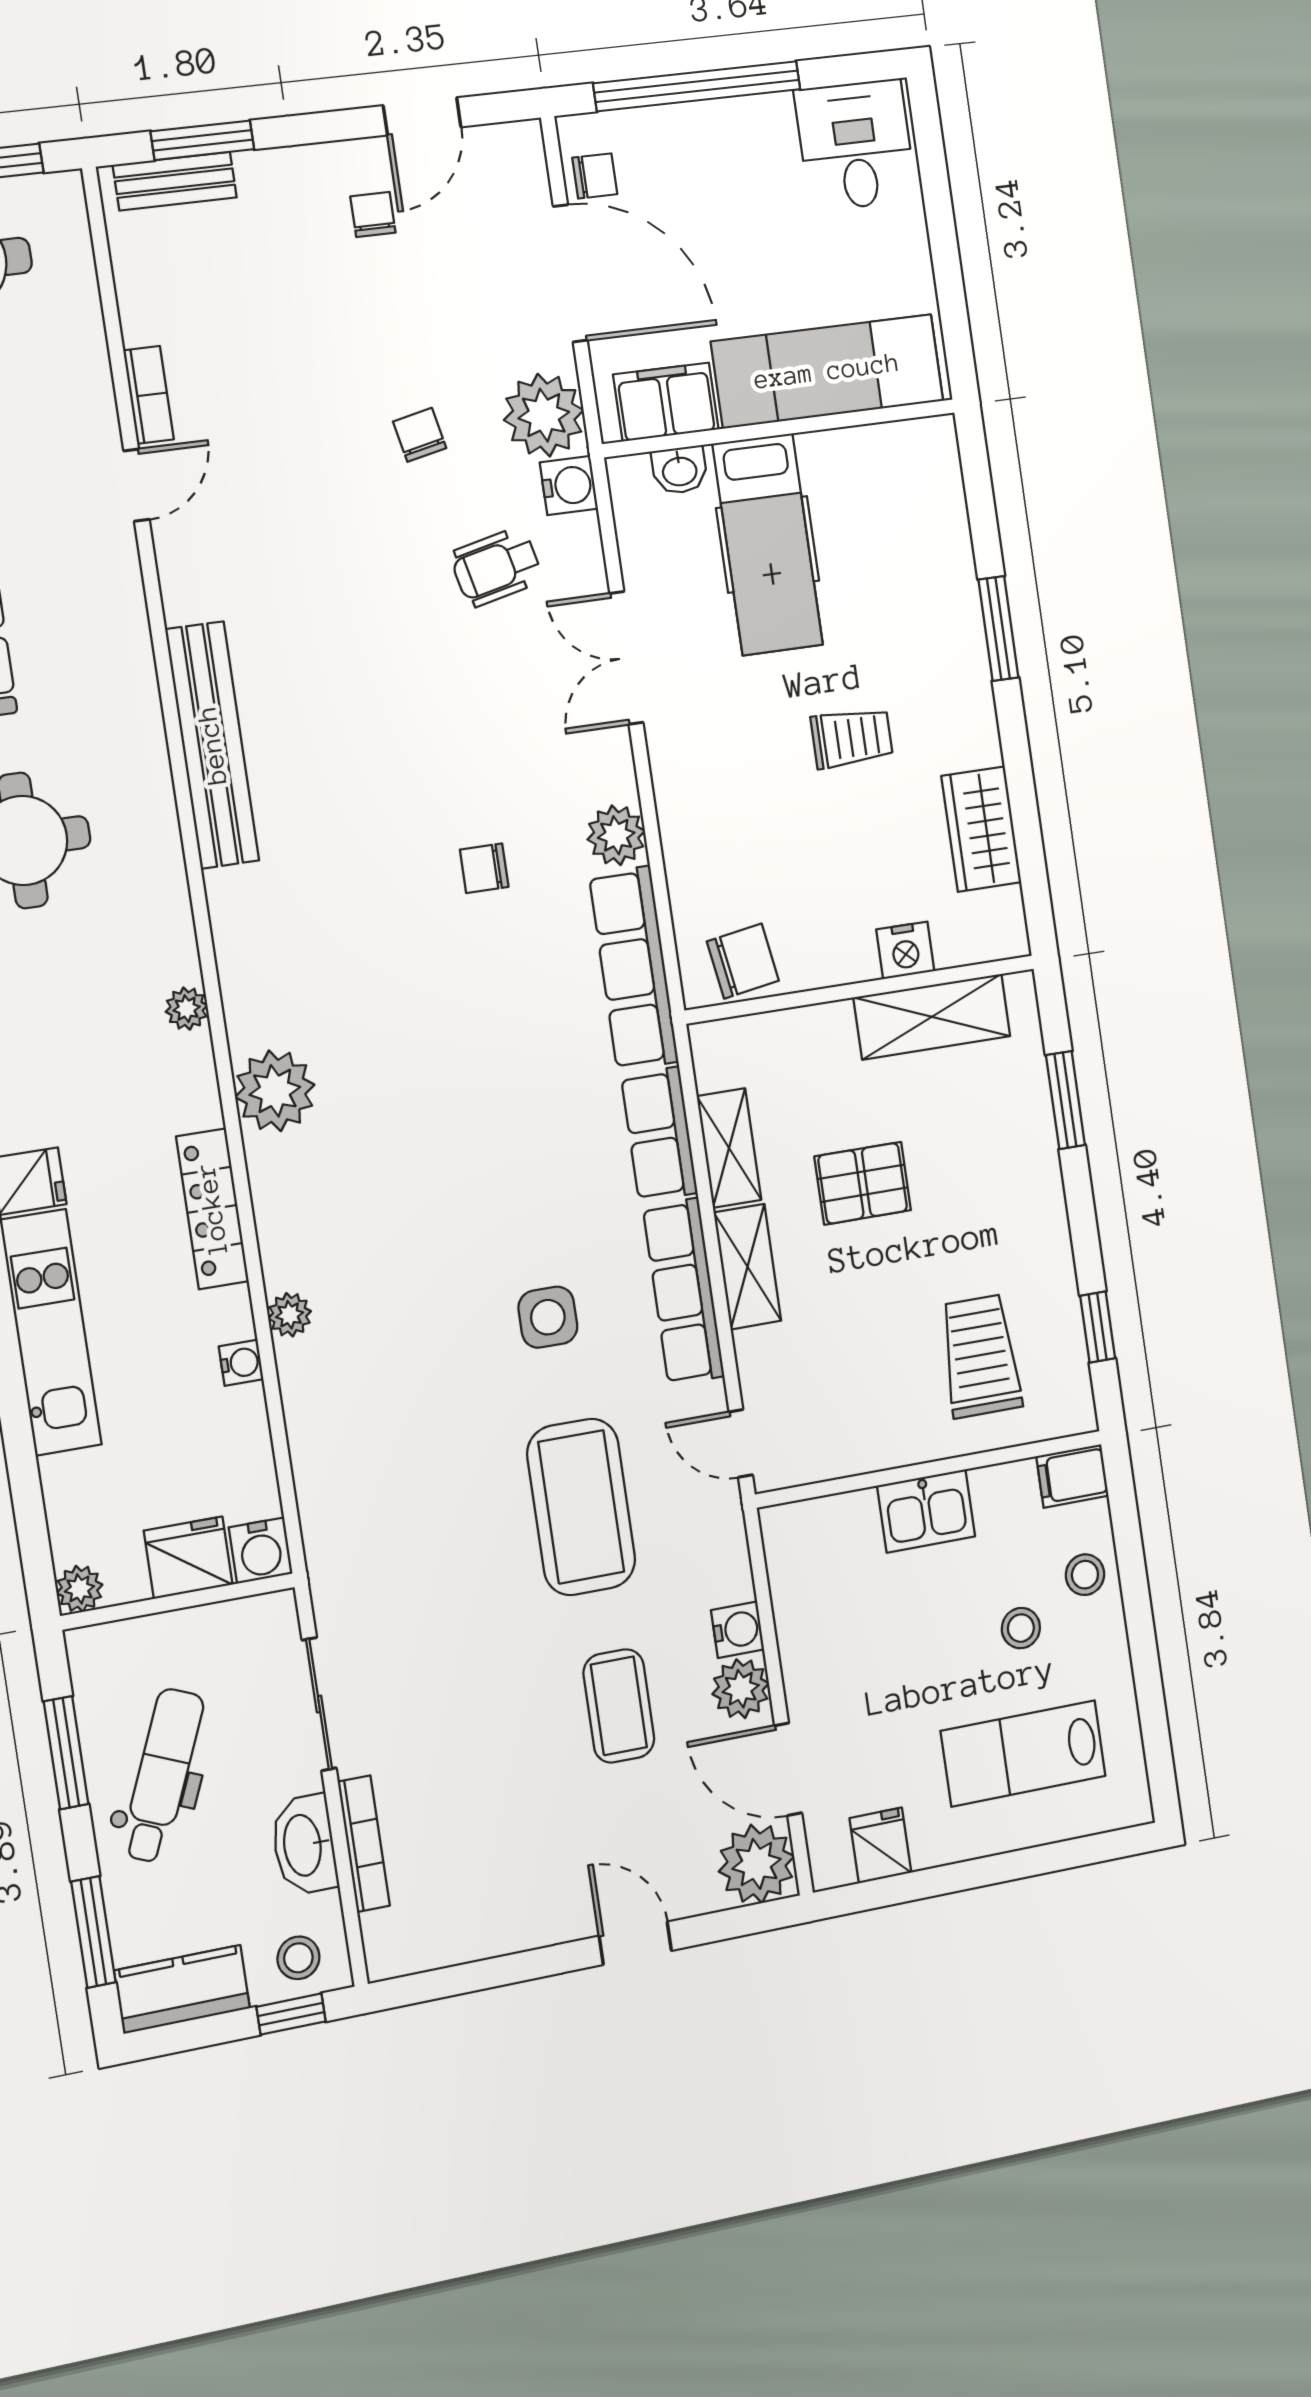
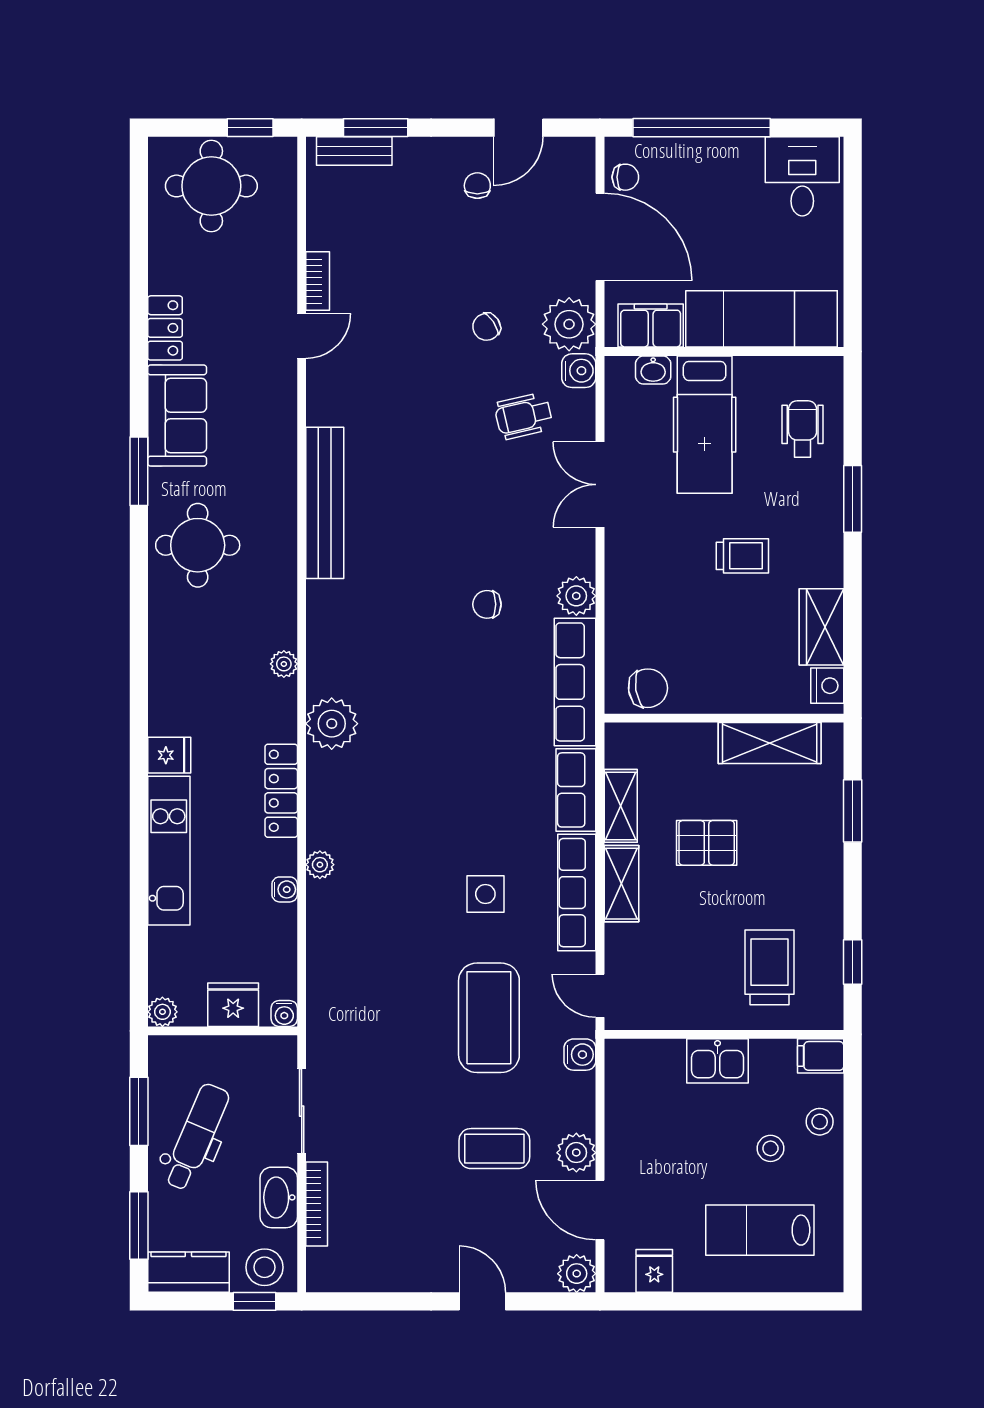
chair: (420, 435) -> (487, 327), turned -112
wheelchair: (911, 532) -> (803, 429), added
nightstand: (905, 950) -> (827, 686), moved, turned -90
water cooler: (261, 1550) -> (284, 1013), width x0.72, depth x0.72
water cooler: (738, 1630) -> (580, 1055), moved
coffee table: (619, 1706) -> (494, 1149), turned 90
plant: (757, 1864) -> (577, 1274), width x0.73, depth x0.73
stool: (298, 1958) -> (264, 1267), width x1.37, depth x1.37

